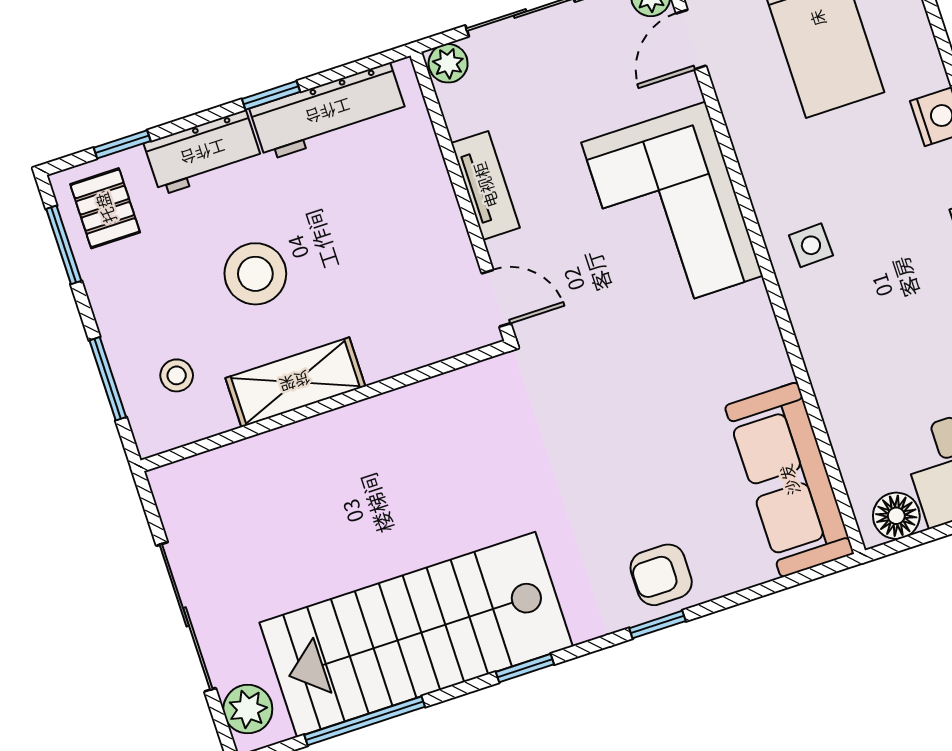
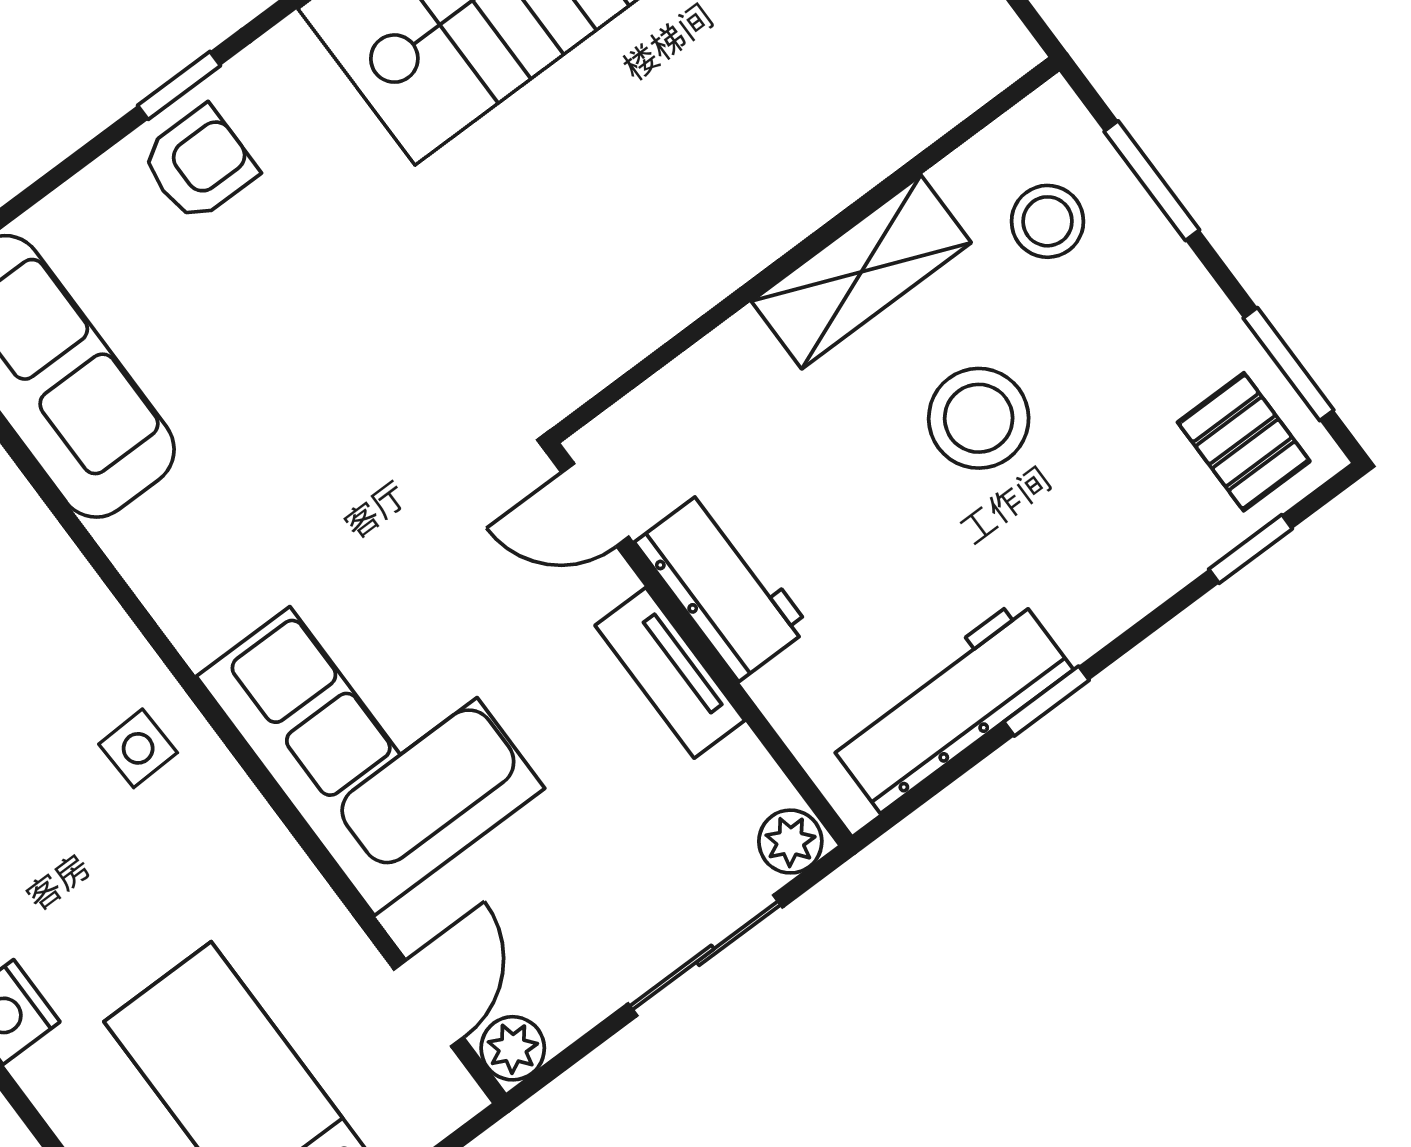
workbench: (203, 153) -> (723, 585), moved, turned 90
stool: (177, 375) -> (1048, 221), width x1.37, depth x1.37

